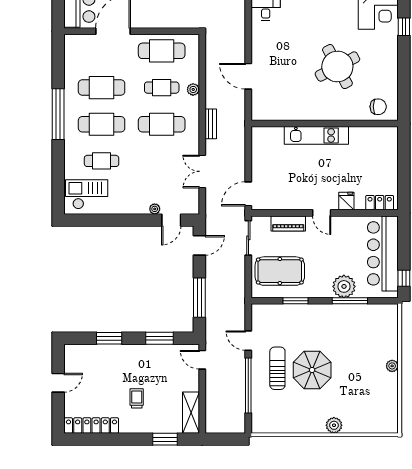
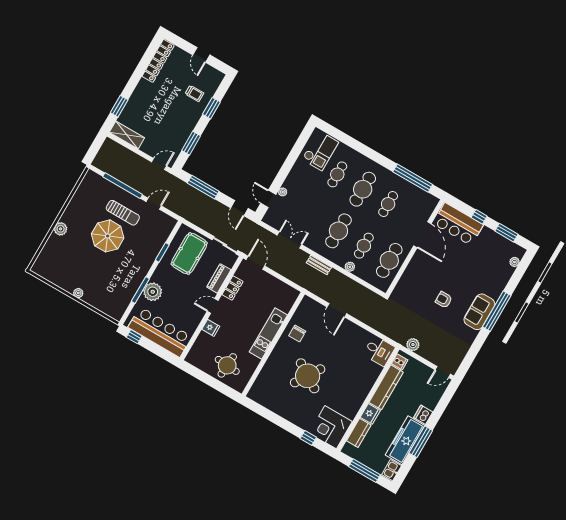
round table: (337, 67) -> (308, 376), turned -30
door: (248, 76) -> (337, 310), swing flipped
cafe table: (102, 88) -> (388, 204), width x0.73, depth x0.74
chair: (378, 107) -> (297, 333), moved
window: (58, 114) -> (413, 178), moved
round table: (377, 160) -> (227, 365), added
locker: (380, 203) -> (233, 288), moved
trolley: (137, 398) -> (194, 94), moved

